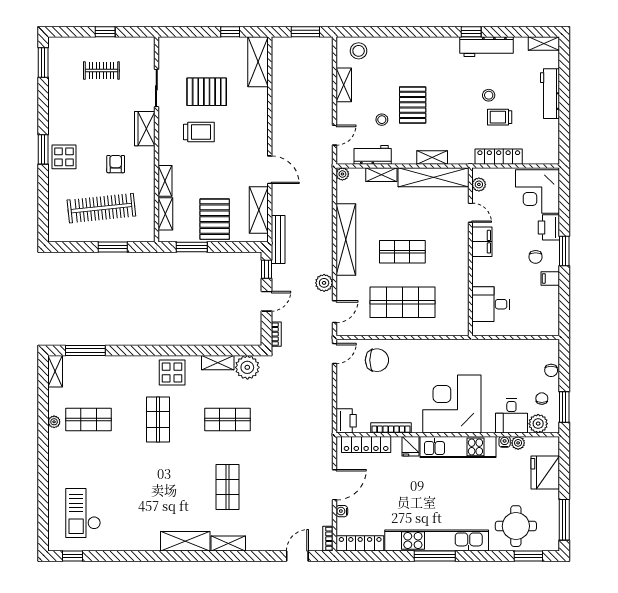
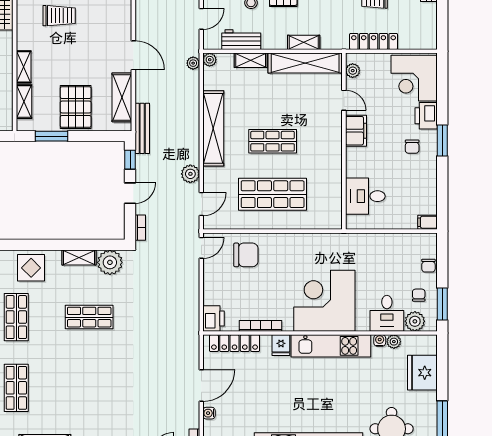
plant: (327, 177) -> (193, 63), added
filing cabinet: (550, 278) -> (428, 222), moved
shop shelf: (228, 487) -> (16, 388), moved

